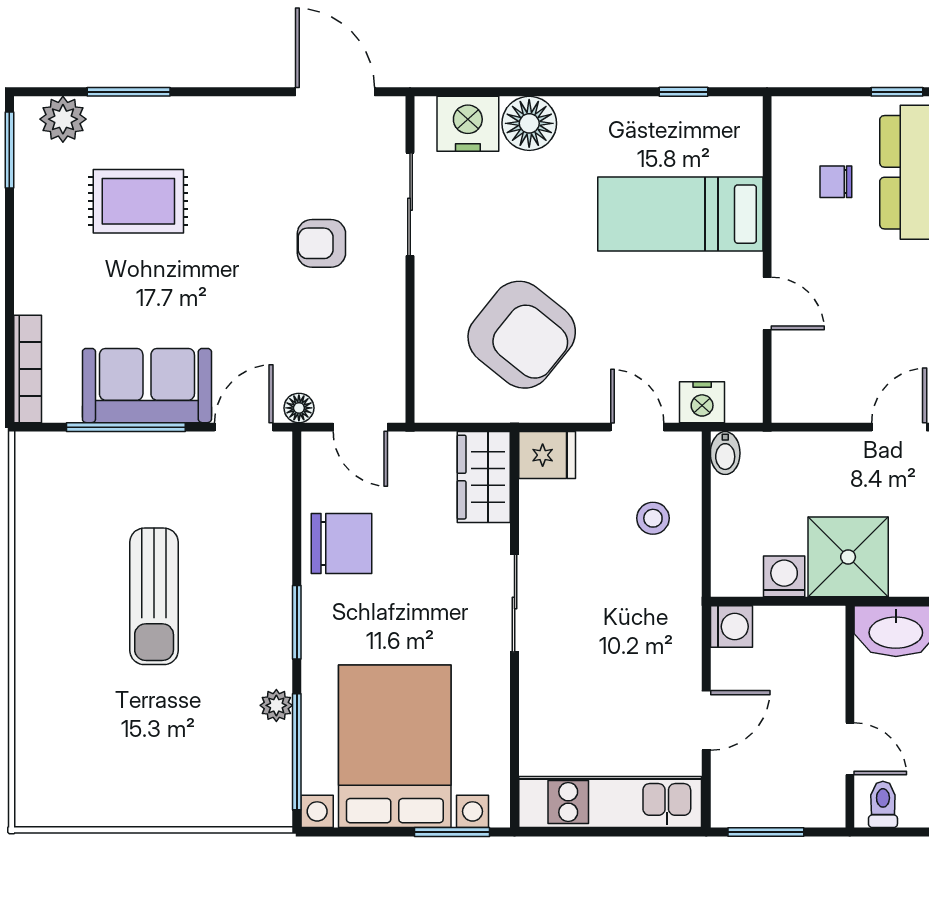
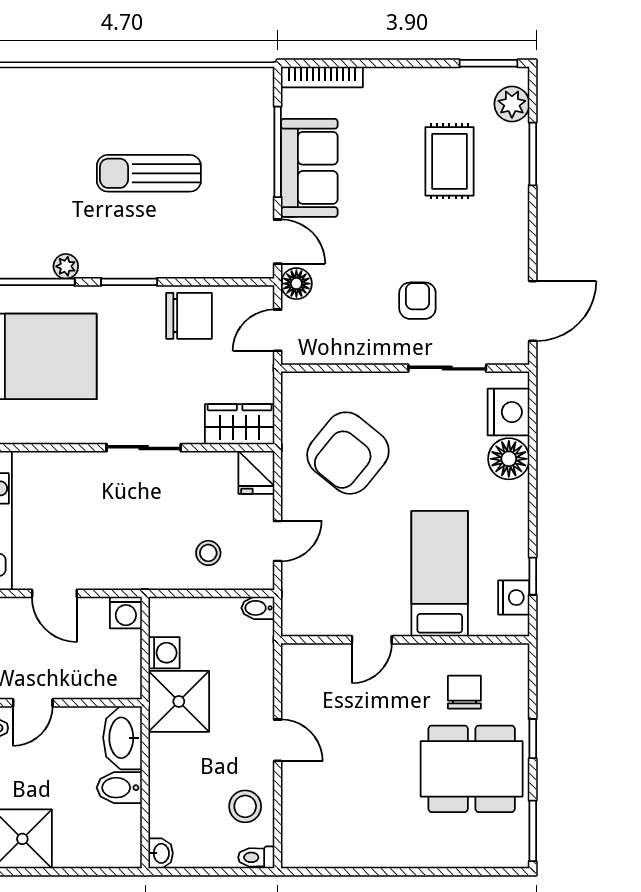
chair: (836, 182) -> (464, 692), width x1.37, depth x1.37
nightstand: (702, 402) -> (514, 598), moved, turned 180
floor lamp: (299, 408) -> (296, 284), width x1.37, depth x1.37
chair: (341, 544) -> (189, 316), turned -90

